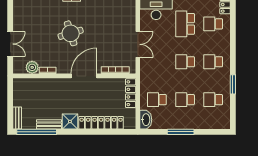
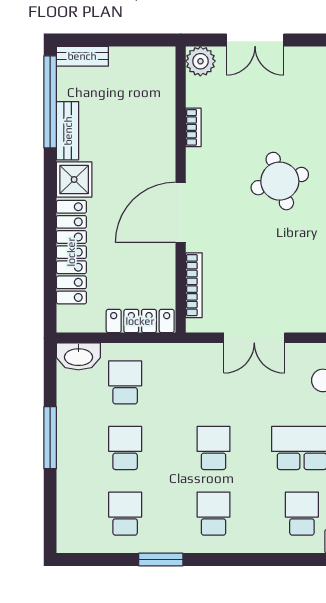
plant: (32, 67) -> (200, 61), moved
door: (84, 76) -> (181, 212), swing flipped

